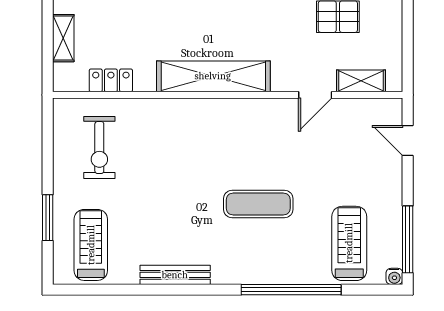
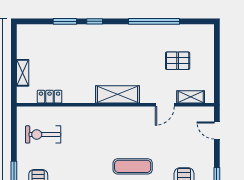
shelving: (213, 76) -> (118, 94), width x0.68
exercise bike: (99, 147) -> (43, 134), turned 90

